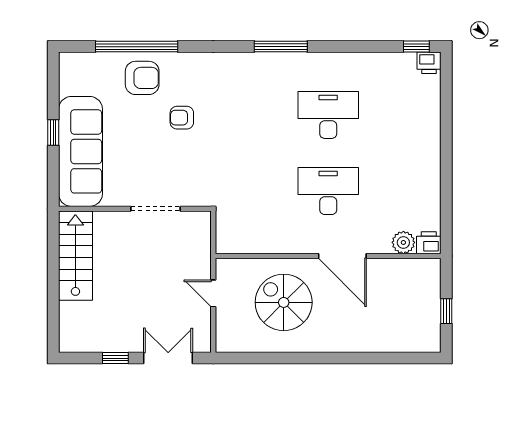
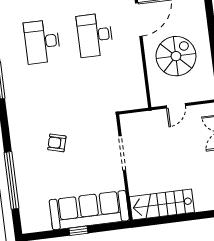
armchair: (142, 78) -> (33, 174), removed
armchair: (182, 118) -> (57, 143), turned 105
spiral stairs: (284, 302) -> (176, 56), turned 180

